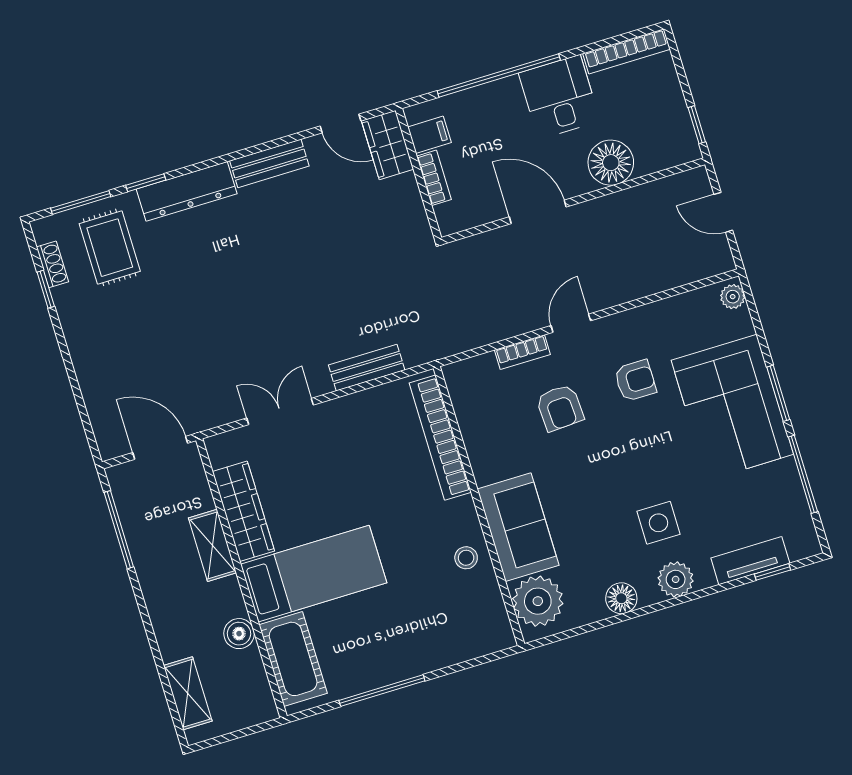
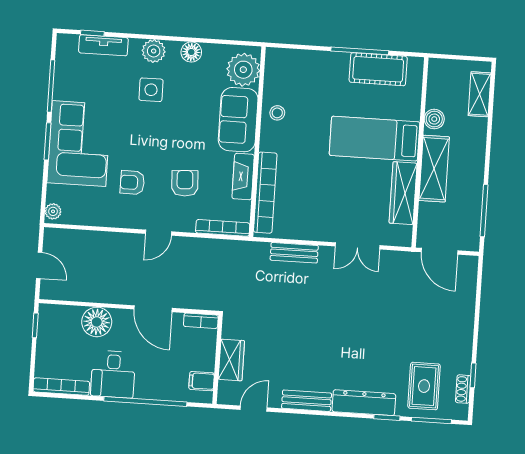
door: (341, 124) -> (254, 409), hinge flipped
wardrobe: (388, 145) -> (231, 360), moved
bookcase: (434, 178) -> (201, 321), moved, turned -90
bookcase: (522, 352) -> (223, 228), moved, width x1.56
fireplace: (480, 449) -> (243, 177), added
shelving: (212, 545) -> (434, 169), width x1.50, depth x1.33
cot: (293, 659) -> (378, 69), moved, turned 90

